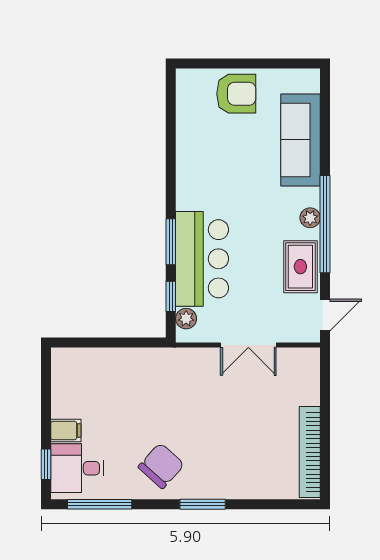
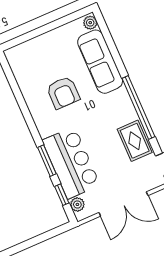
armchair: (236, 94) -> (63, 93), moved, turned 90
plant: (310, 218) -> (90, 23), moved
double door: (248, 345) -> (123, 204), width x1.37

